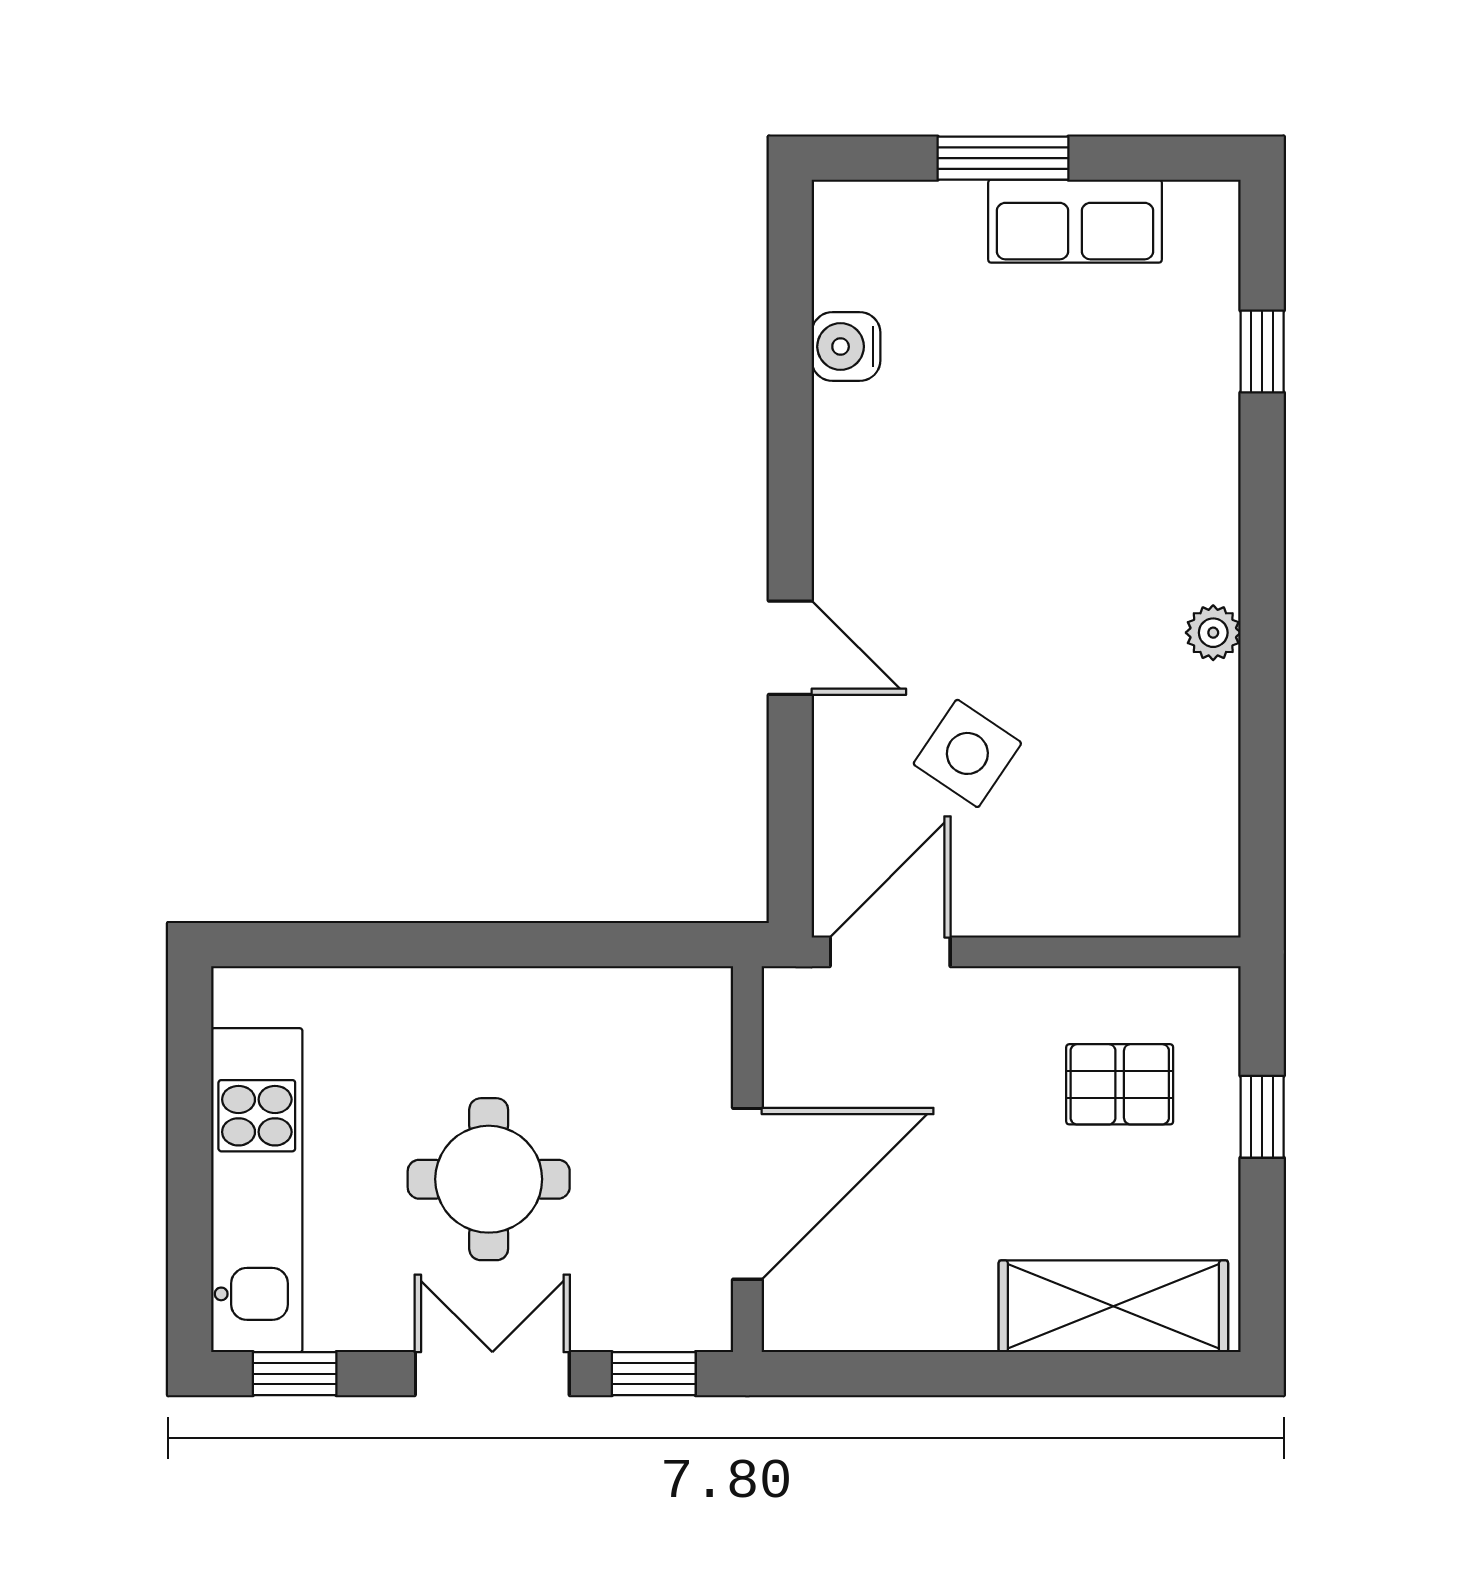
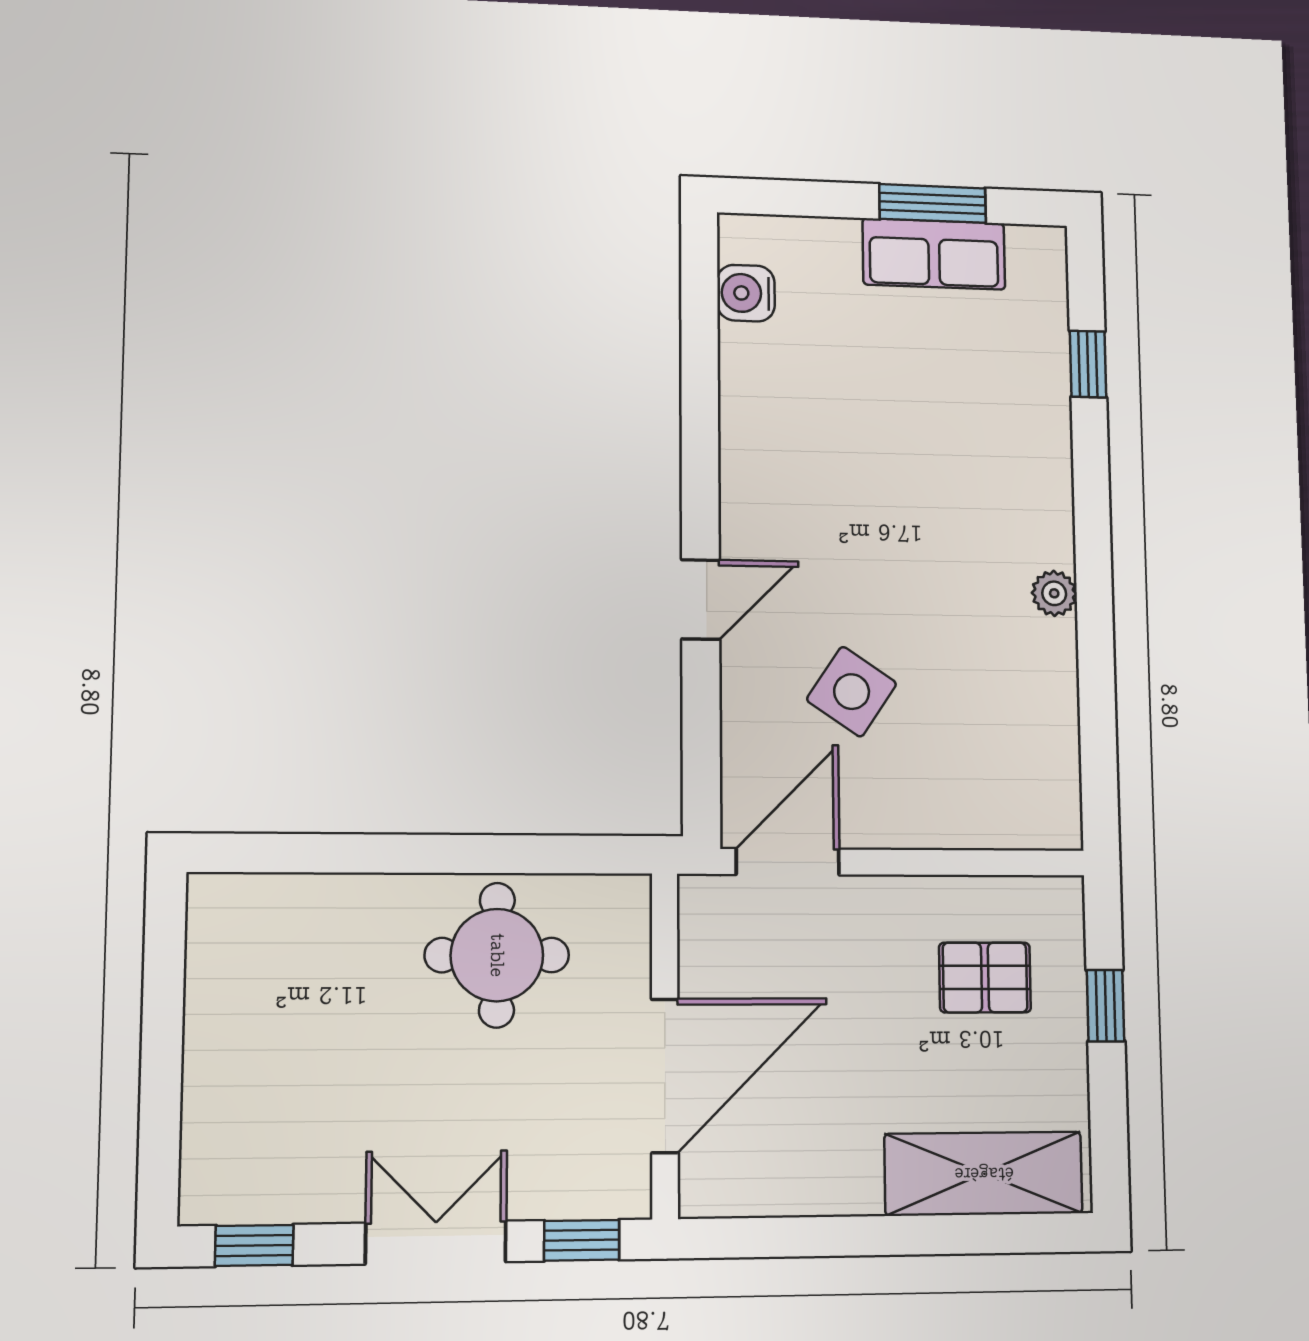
window: (1003, 158) -> (933, 203), moved
water cooler: (846, 347) -> (746, 293), moved
door: (790, 648) -> (701, 599), hinge flipped
round table: (489, 1179) -> (497, 955), moved
kitchen unit: (257, 1190) -> (223, 1076), removed

